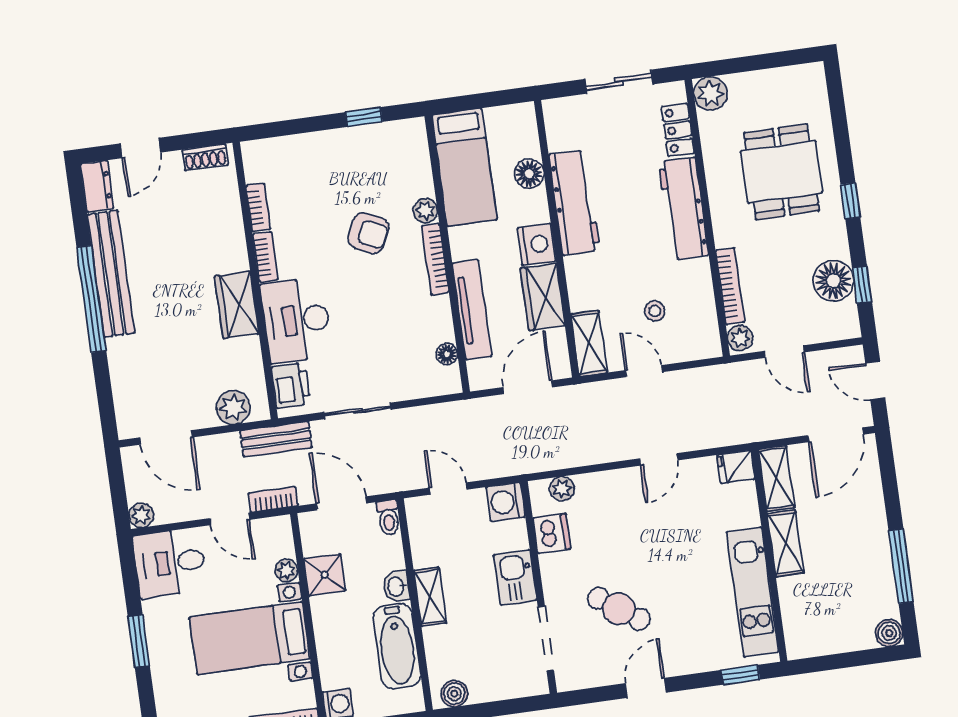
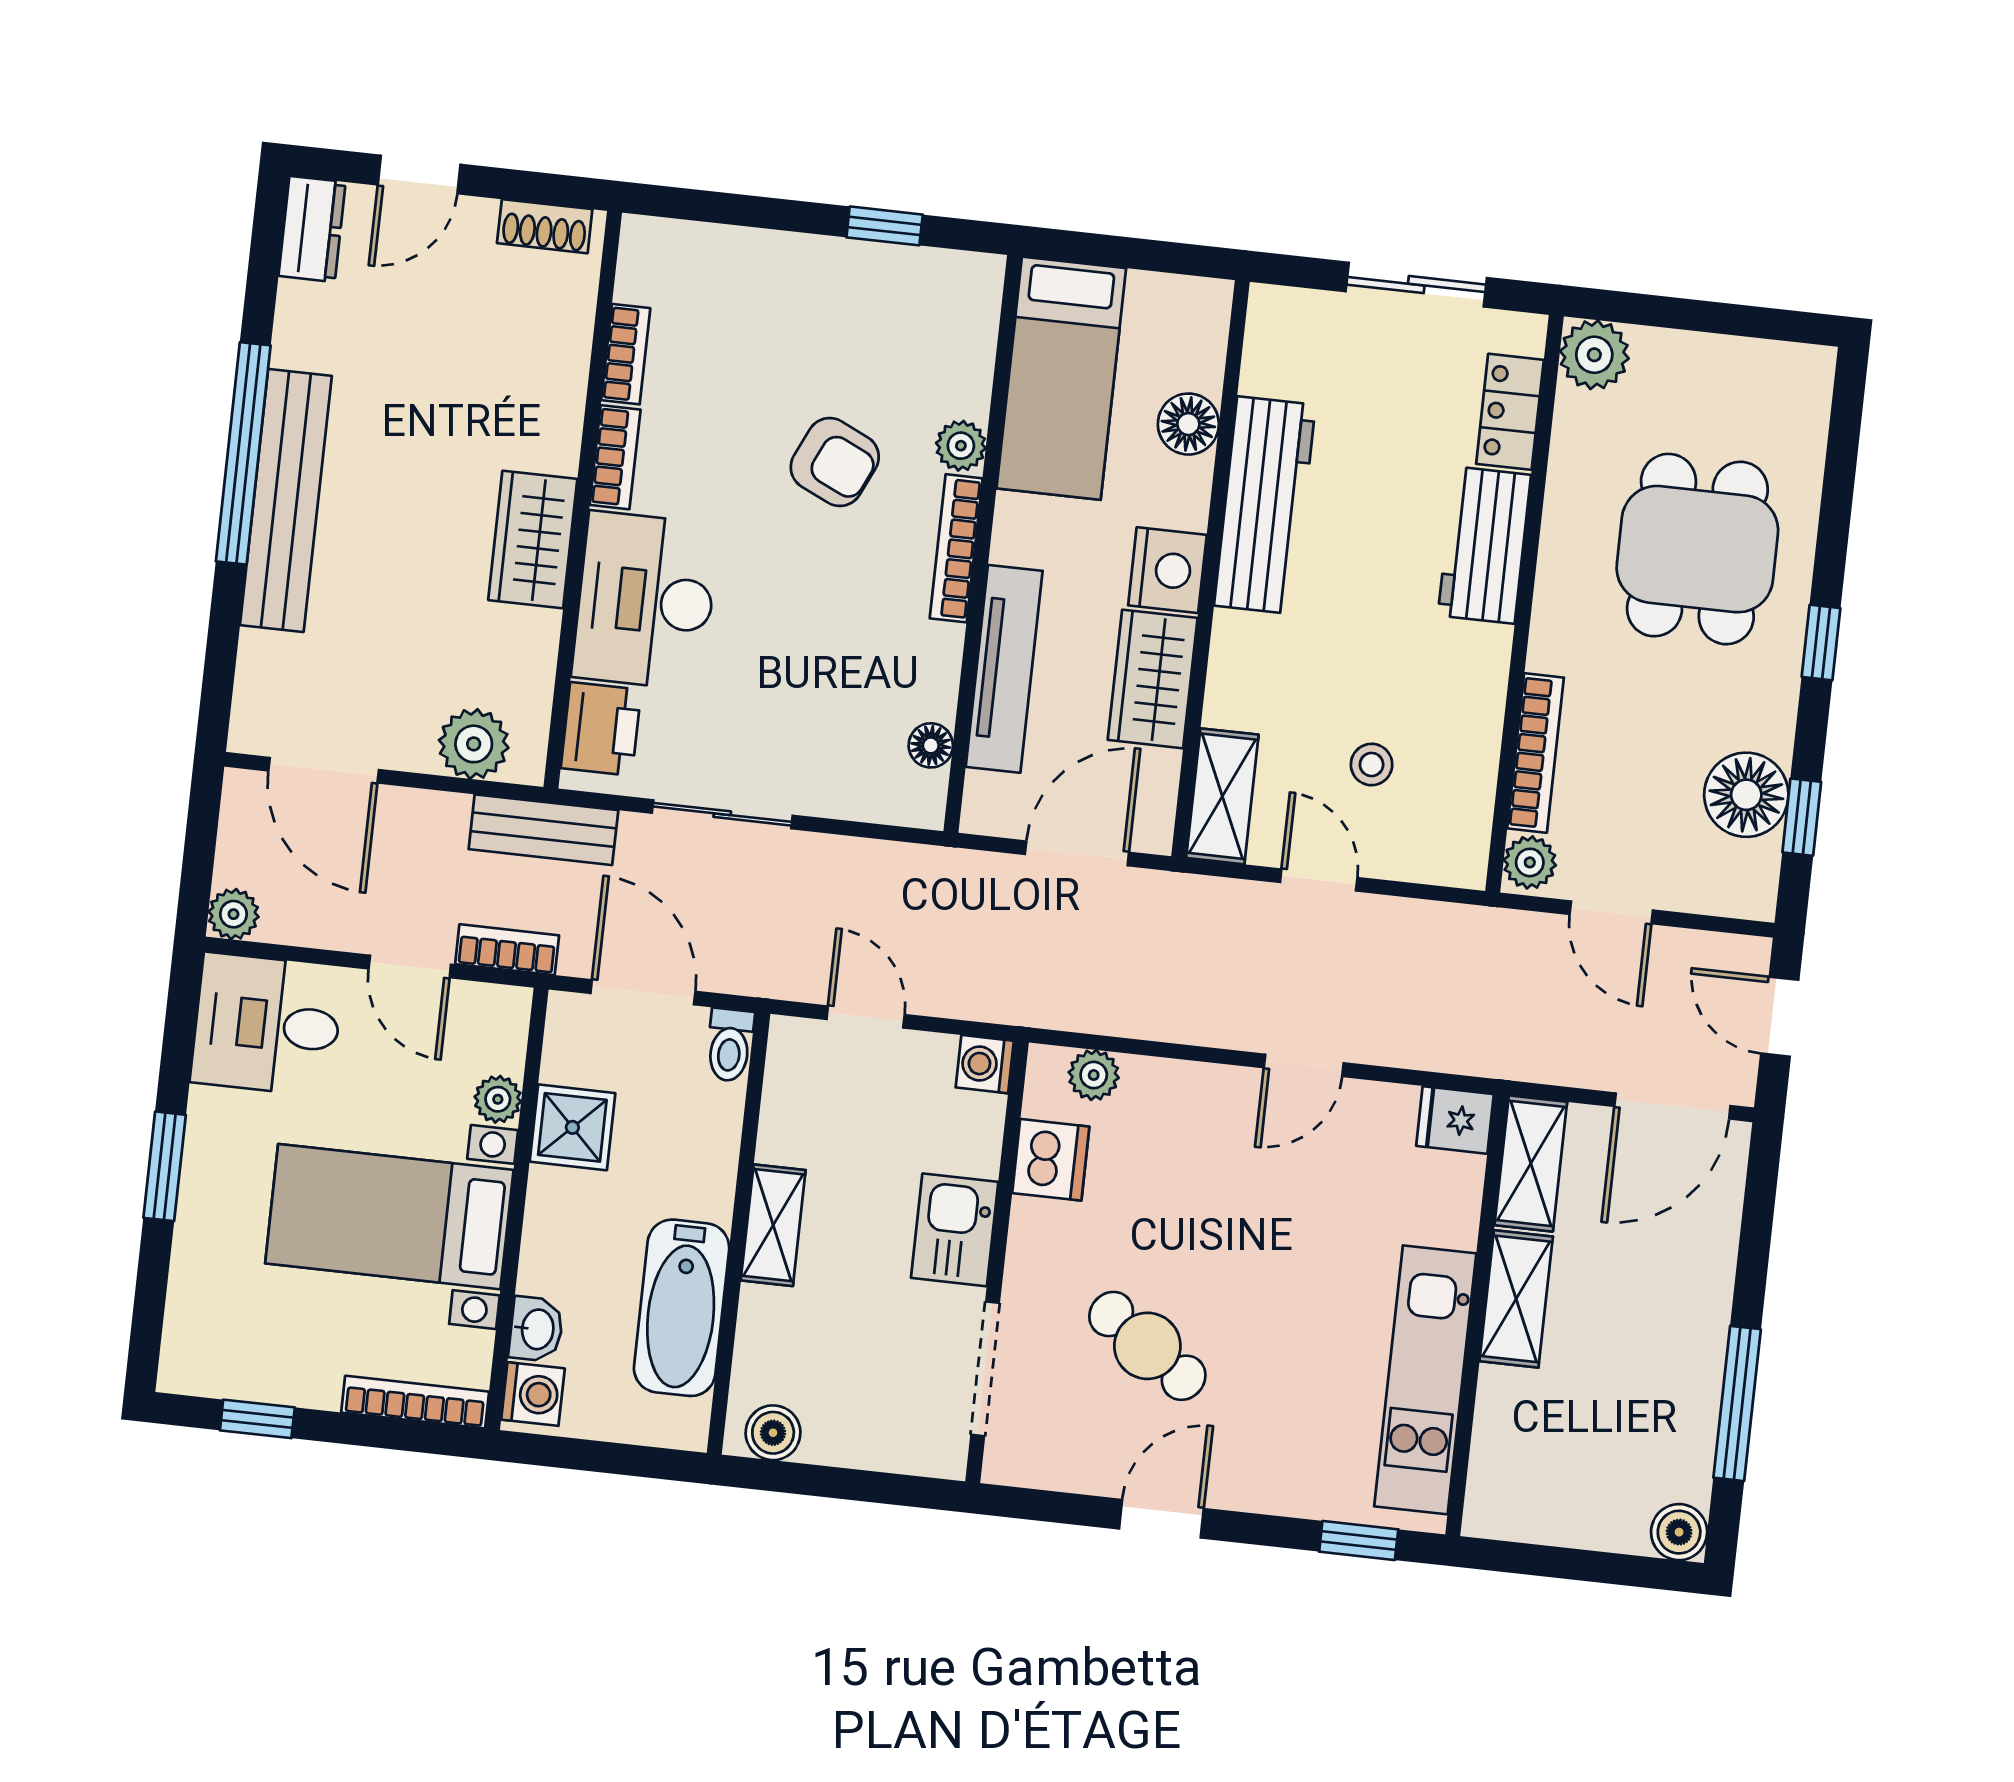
workbench: (683, 209) -> (1484, 545), width x0.73
bench: (111, 274) -> (286, 500), moved
washing machine: (506, 502) -> (985, 1064), width x0.73, depth x0.73
washbasin: (396, 586) -> (536, 1329), moved, turned 180

